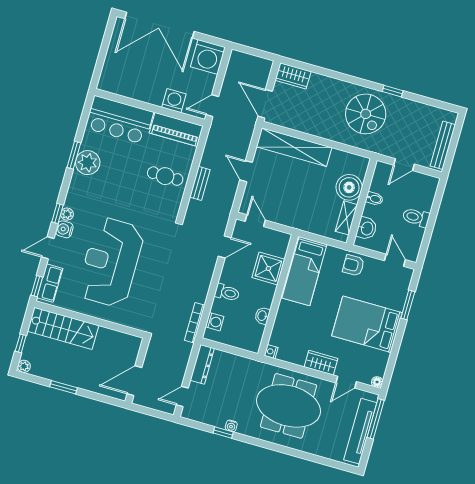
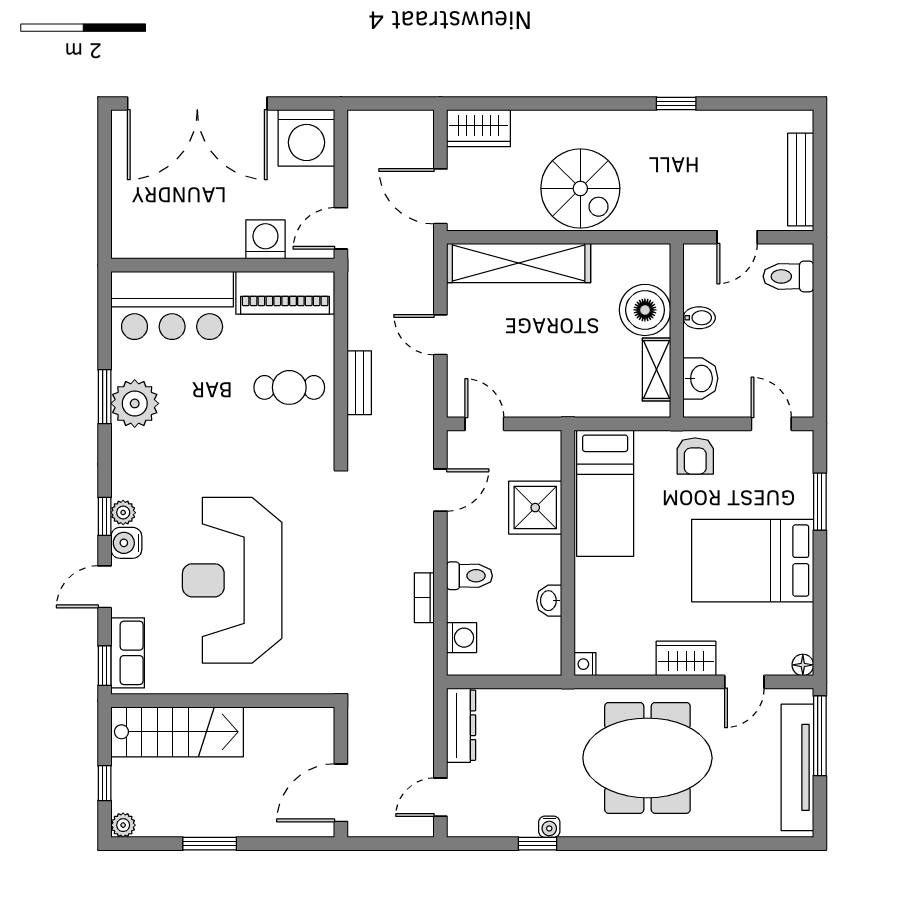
spiral stairs: (366, 114) -> (580, 188), moved
toilet: (416, 217) -> (788, 276), moved
armchair: (353, 265) -> (695, 456), turned -89
bookcase: (195, 323) -> (424, 598), moved, width x0.64

